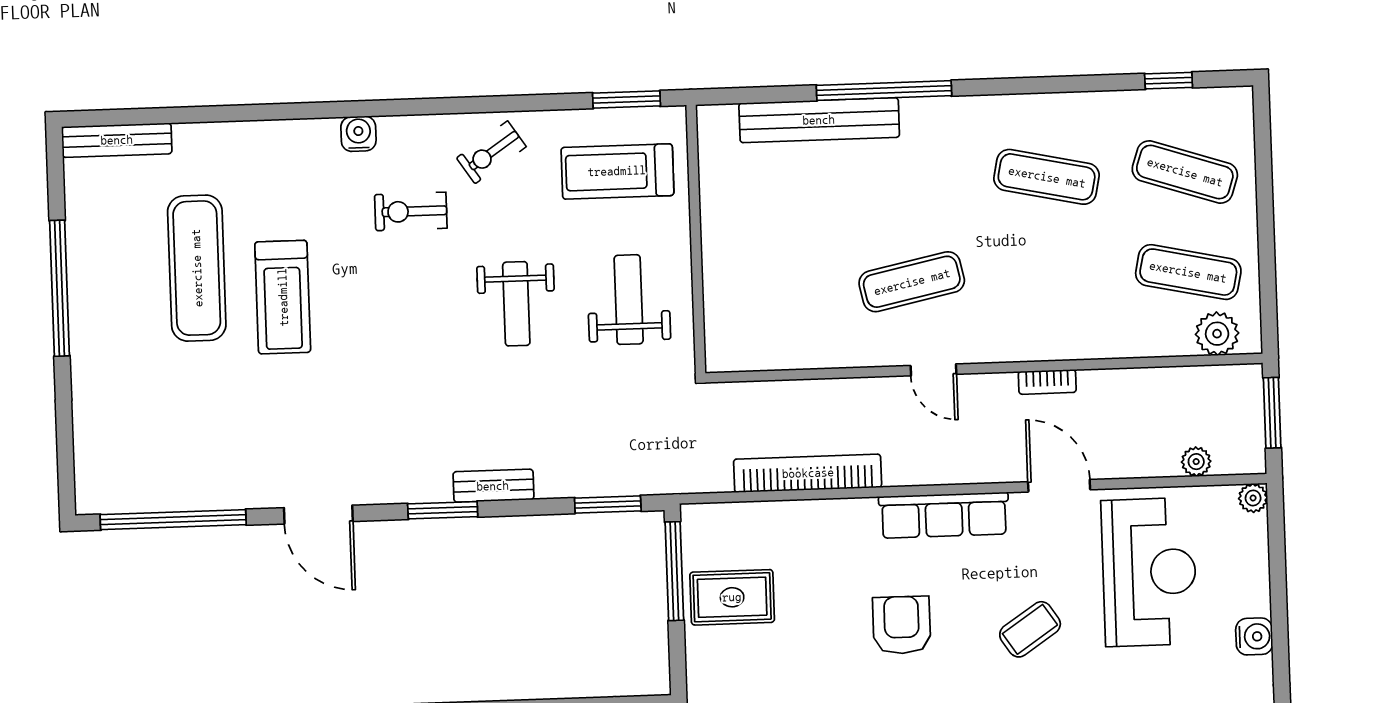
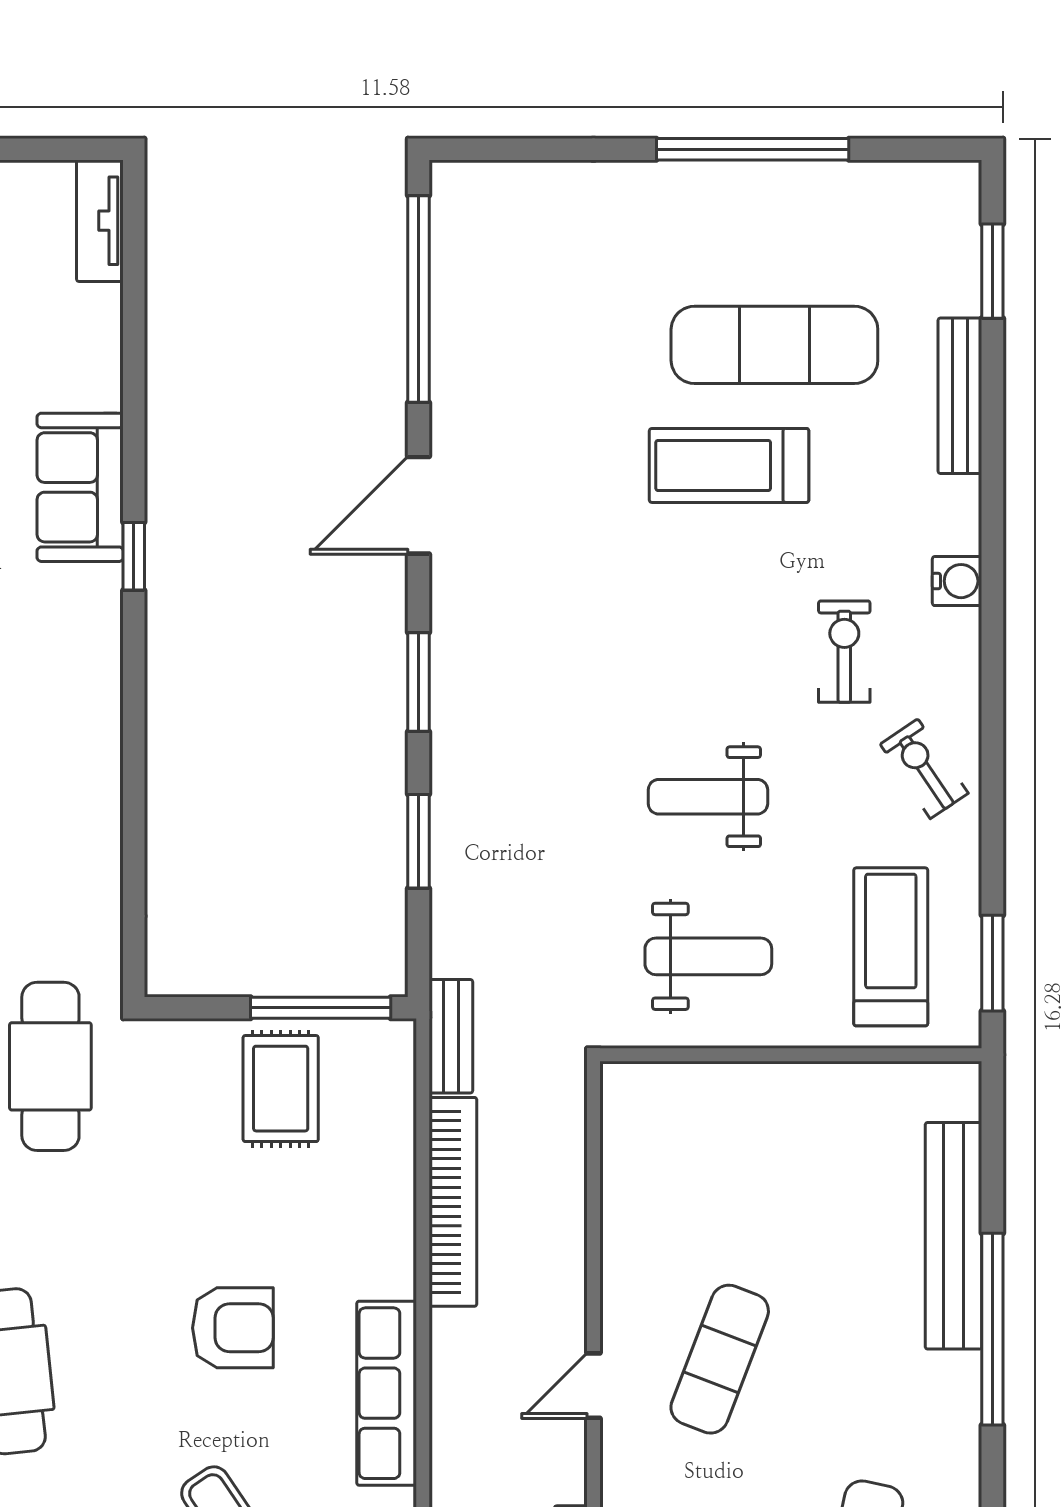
window: (140, 117) -> (992, 271), added
bench: (117, 140) -> (960, 396), moved
exercise mat: (912, 282) -> (720, 1359), turned 33
bench: (493, 486) -> (451, 1036), moved
window: (608, 504) -> (419, 841), moved

